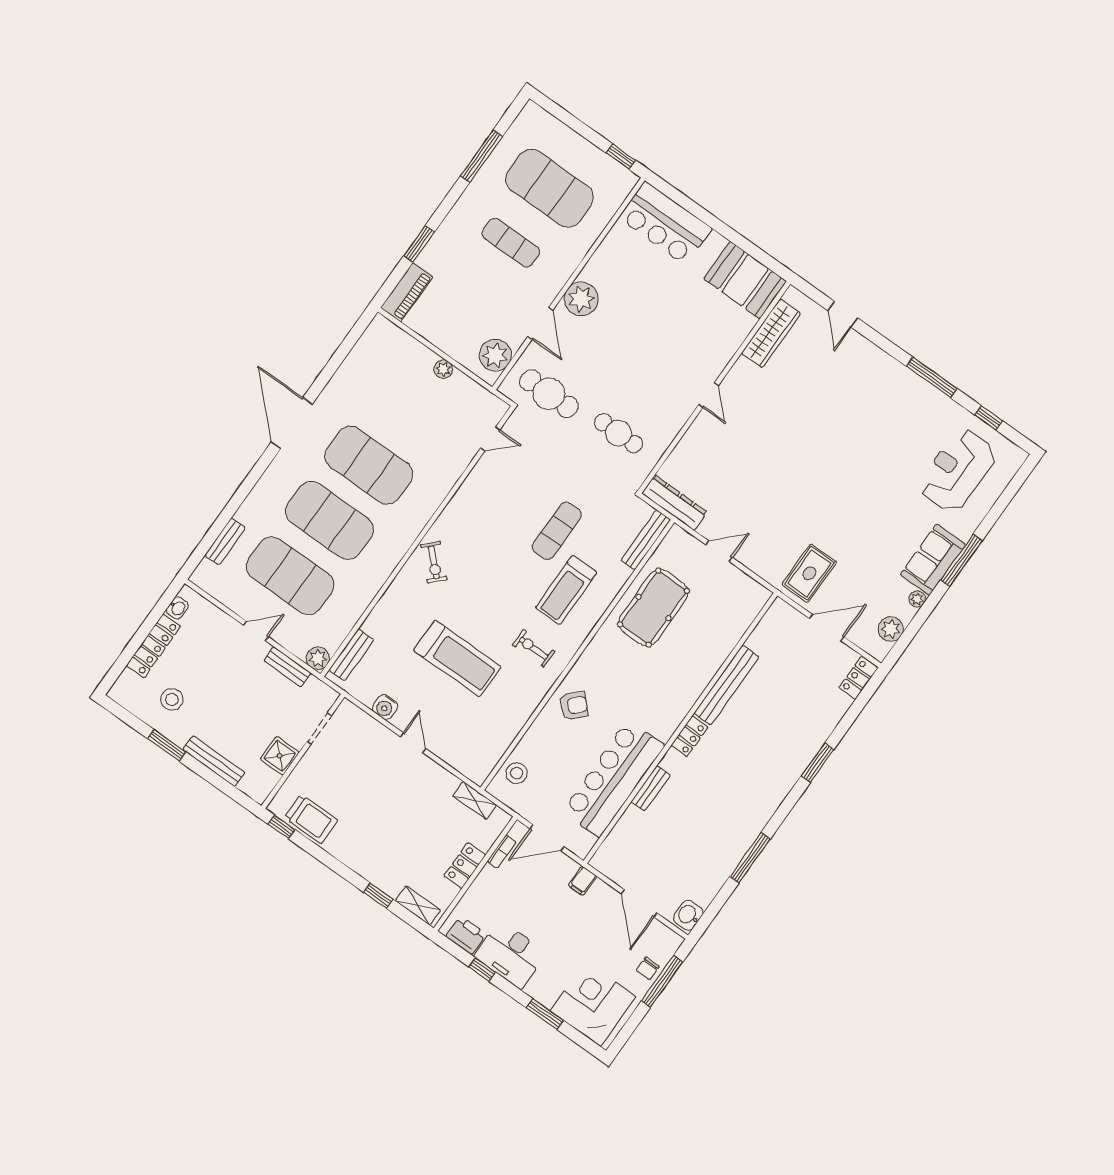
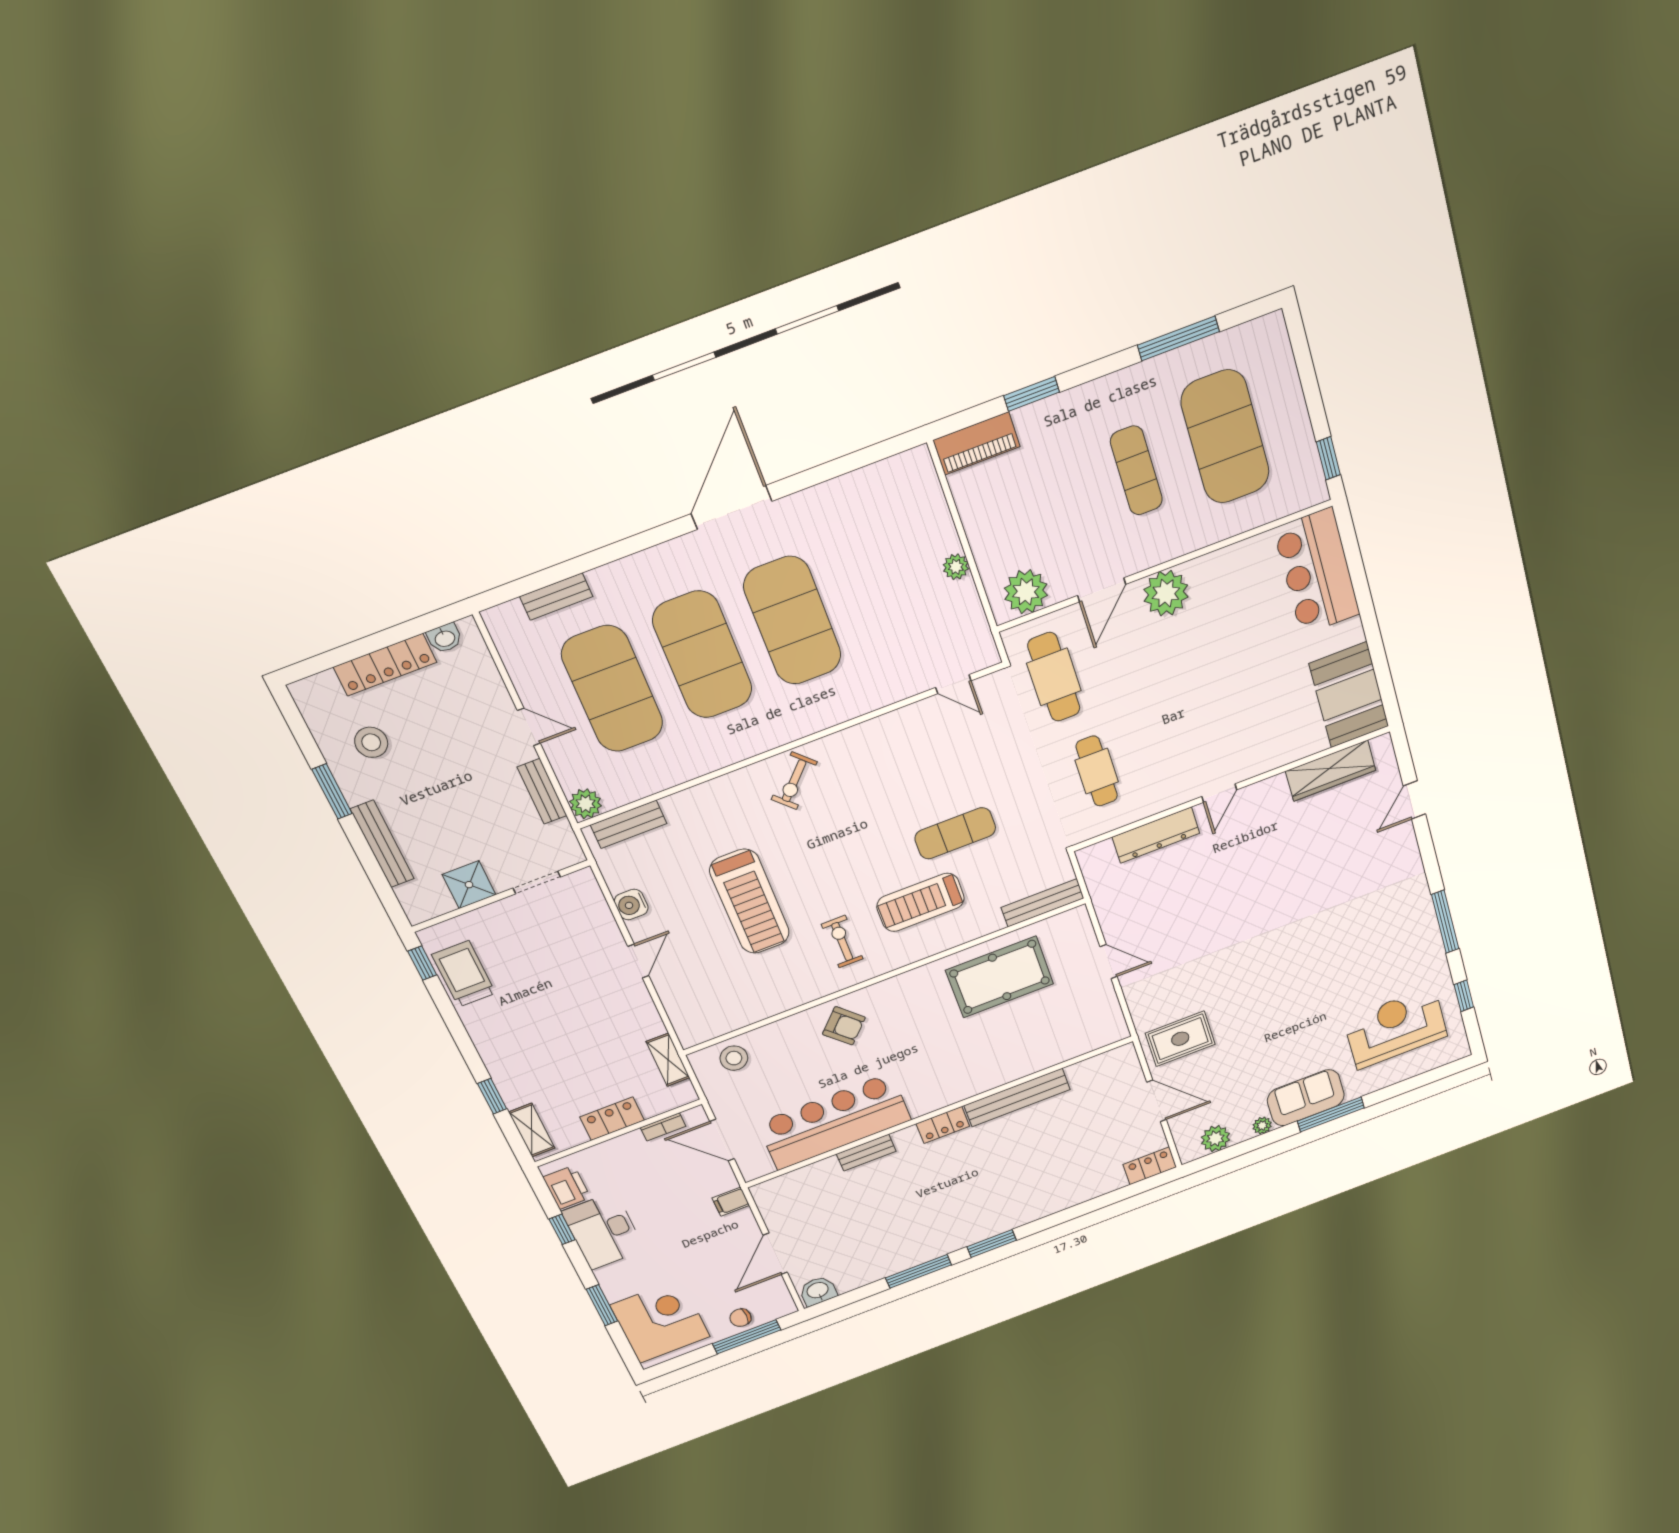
dresser: (674, 503) -> (1156, 835), moved, turned 90
window: (818, 763) -> (992, 1244), moved
trolley: (311, 819) -> (464, 974), turned 180

